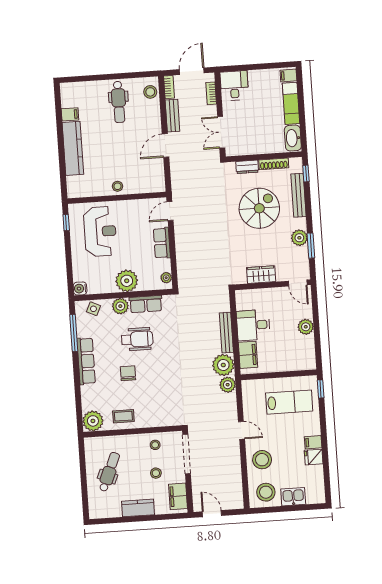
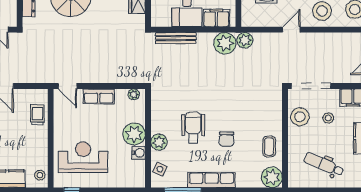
trolley: (139, 183) -> (37, 115), added
stool: (118, 186) -> (40, 175), moved
water cooler: (80, 289) -> (139, 153), moved, turned -90
row of seats: (146, 304) -> (159, 117), removed
bench: (226, 333) -> (176, 38), moved
chair: (128, 373) -> (227, 139), turned -90
stool: (155, 445) -> (300, 117), width x1.89, depth x1.89

